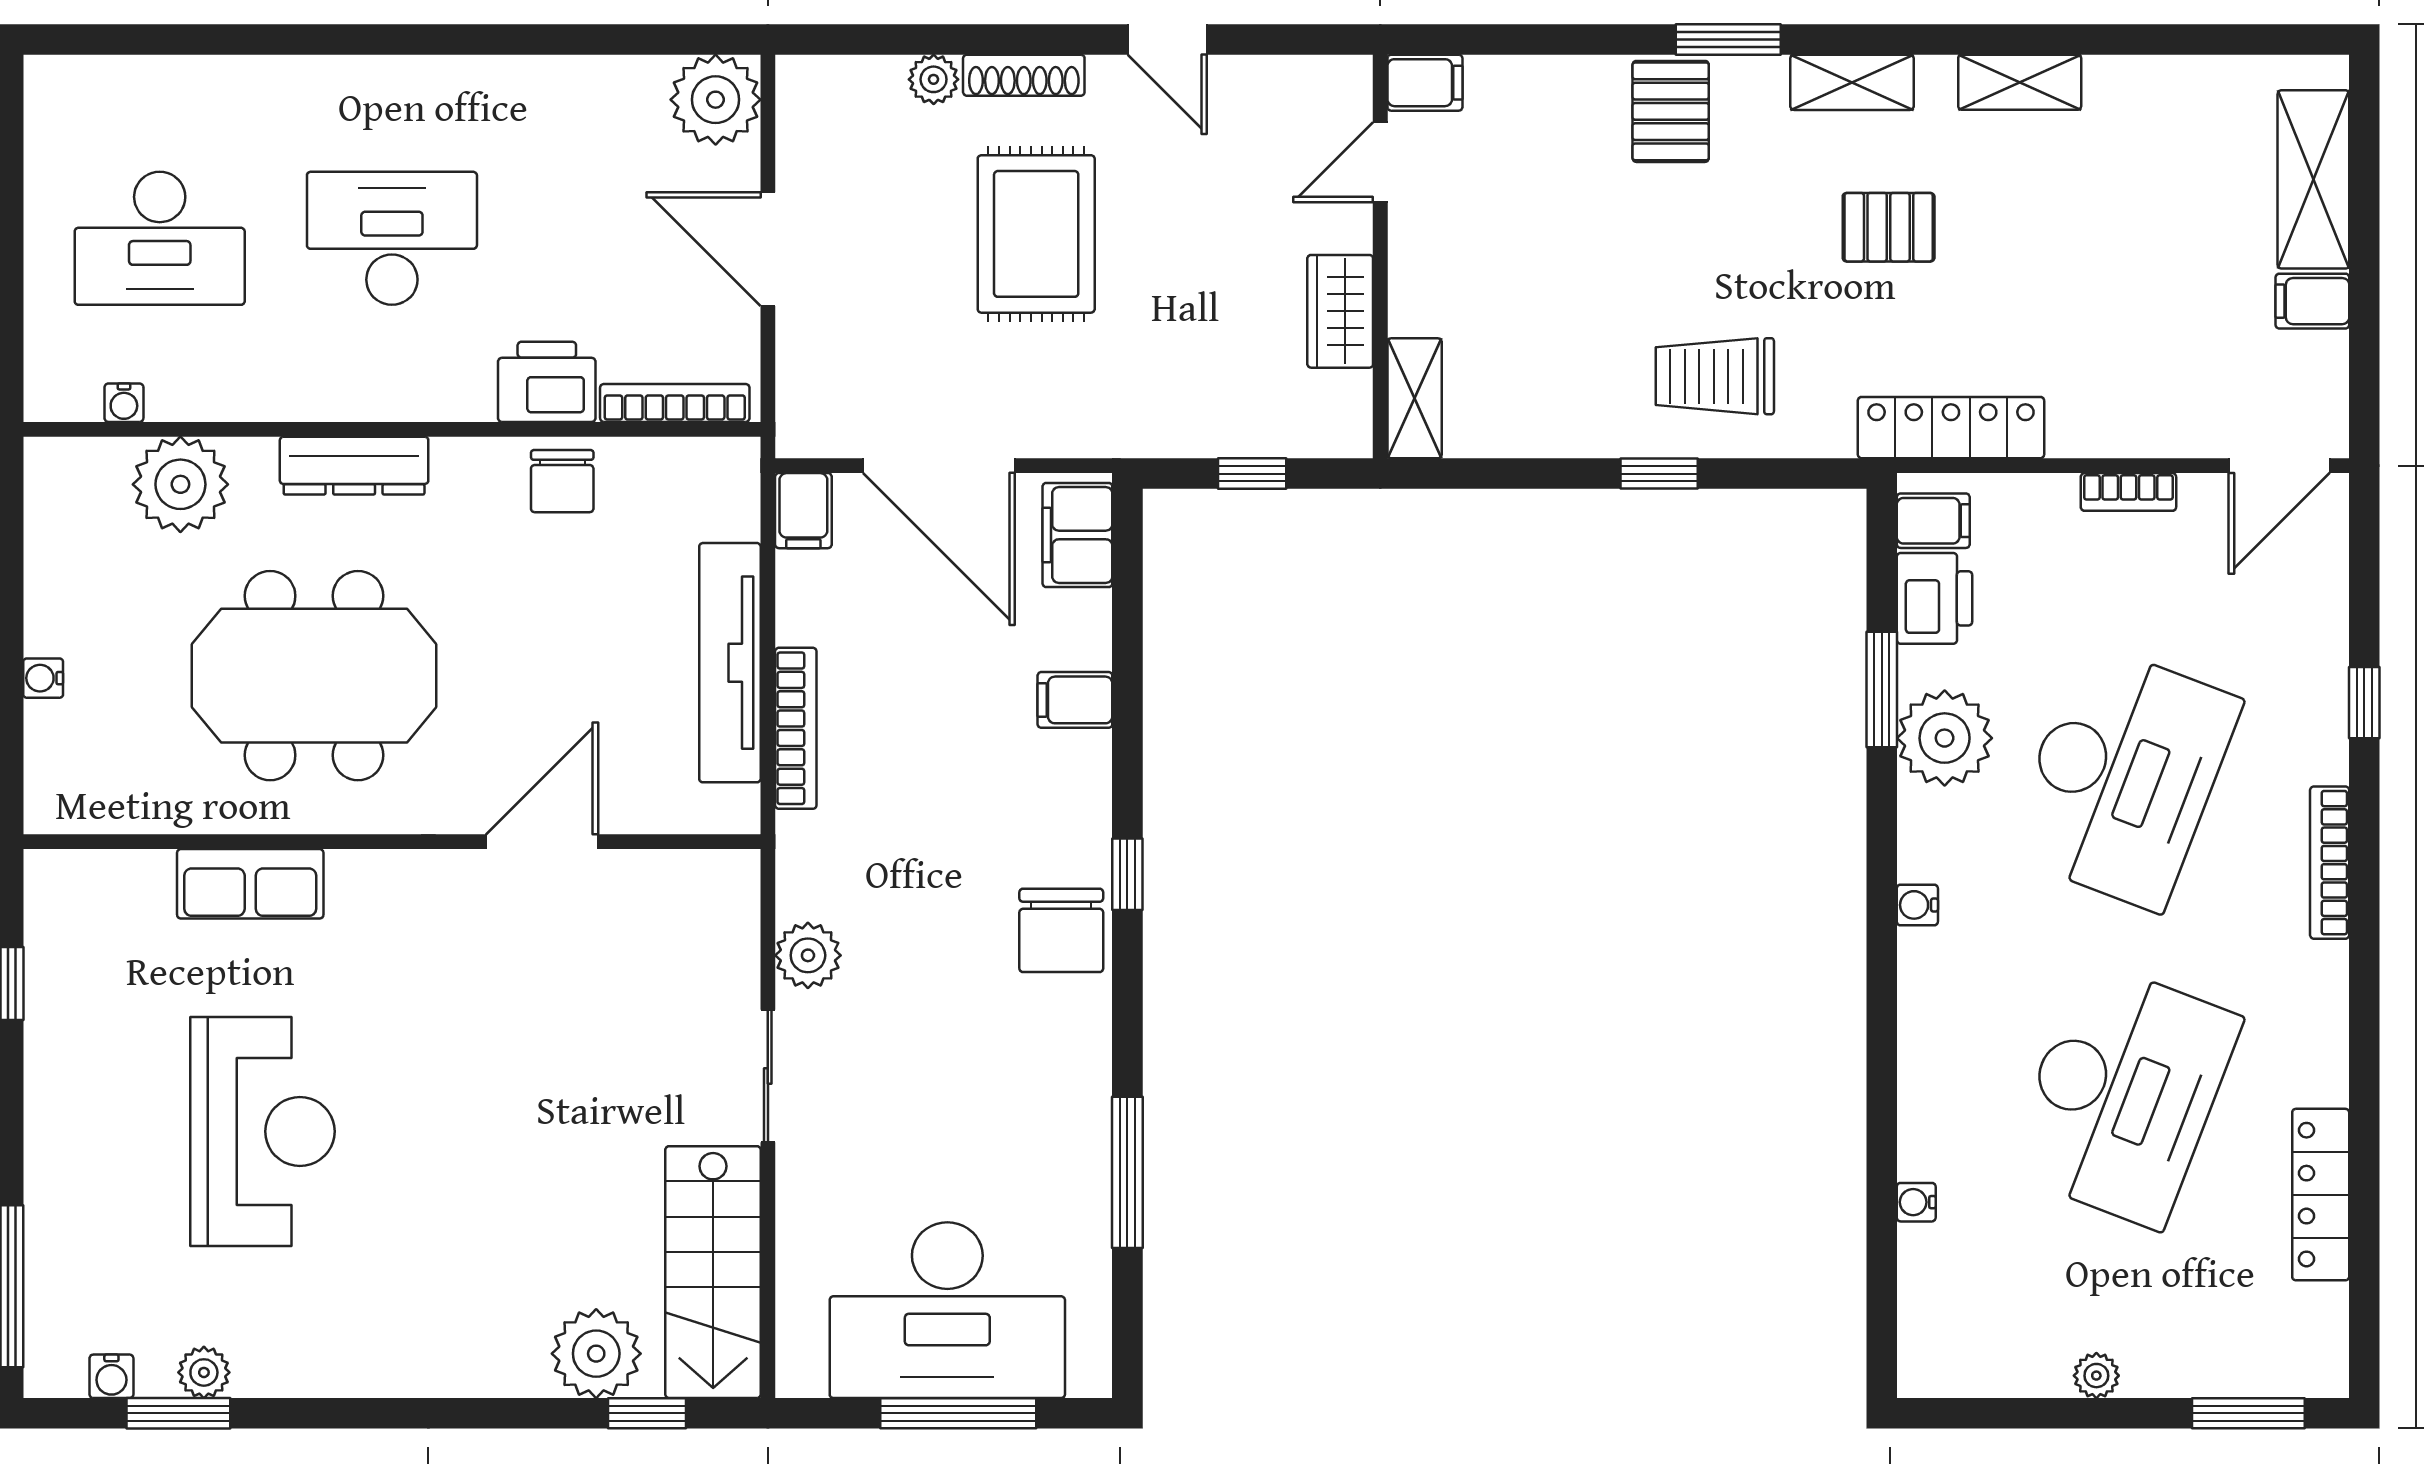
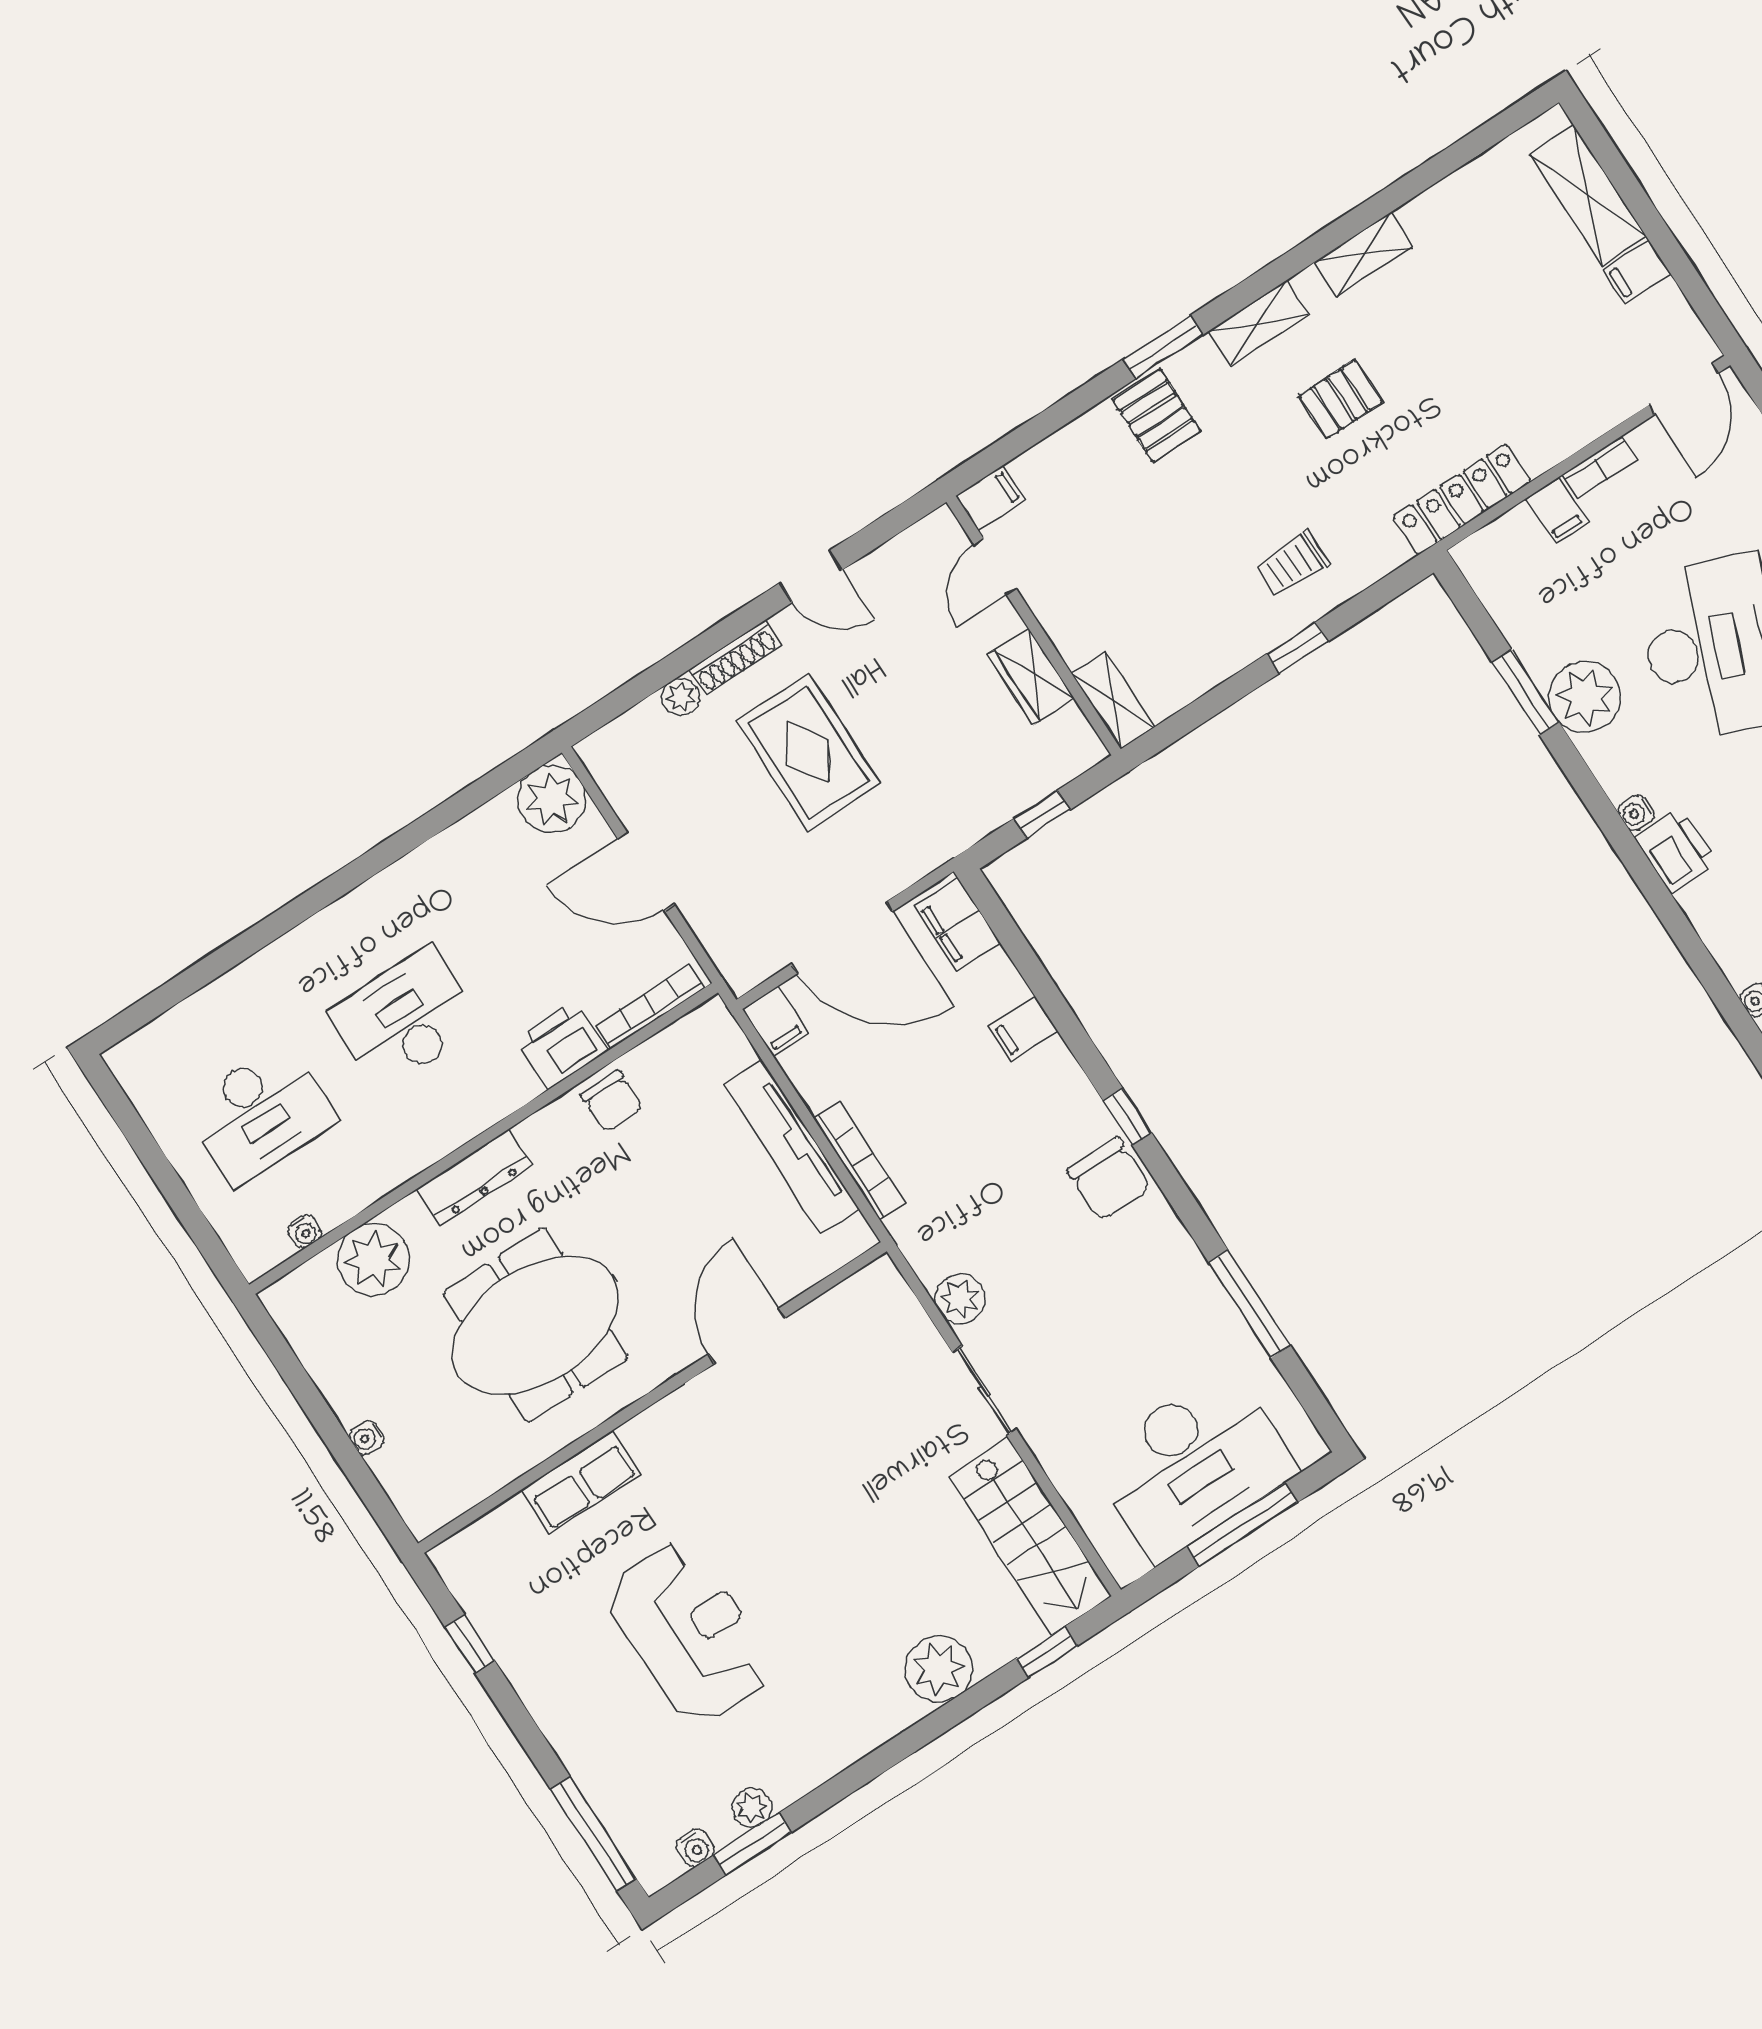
trolley: (1715, 376) -> (1293, 564), width x0.73, depth x0.72
filing cabinet: (1933, 521) -> (1557, 511), moved, turned 90
printer: (1934, 598) -> (1676, 850), moved
plant: (596, 1354) -> (939, 1669), moved

